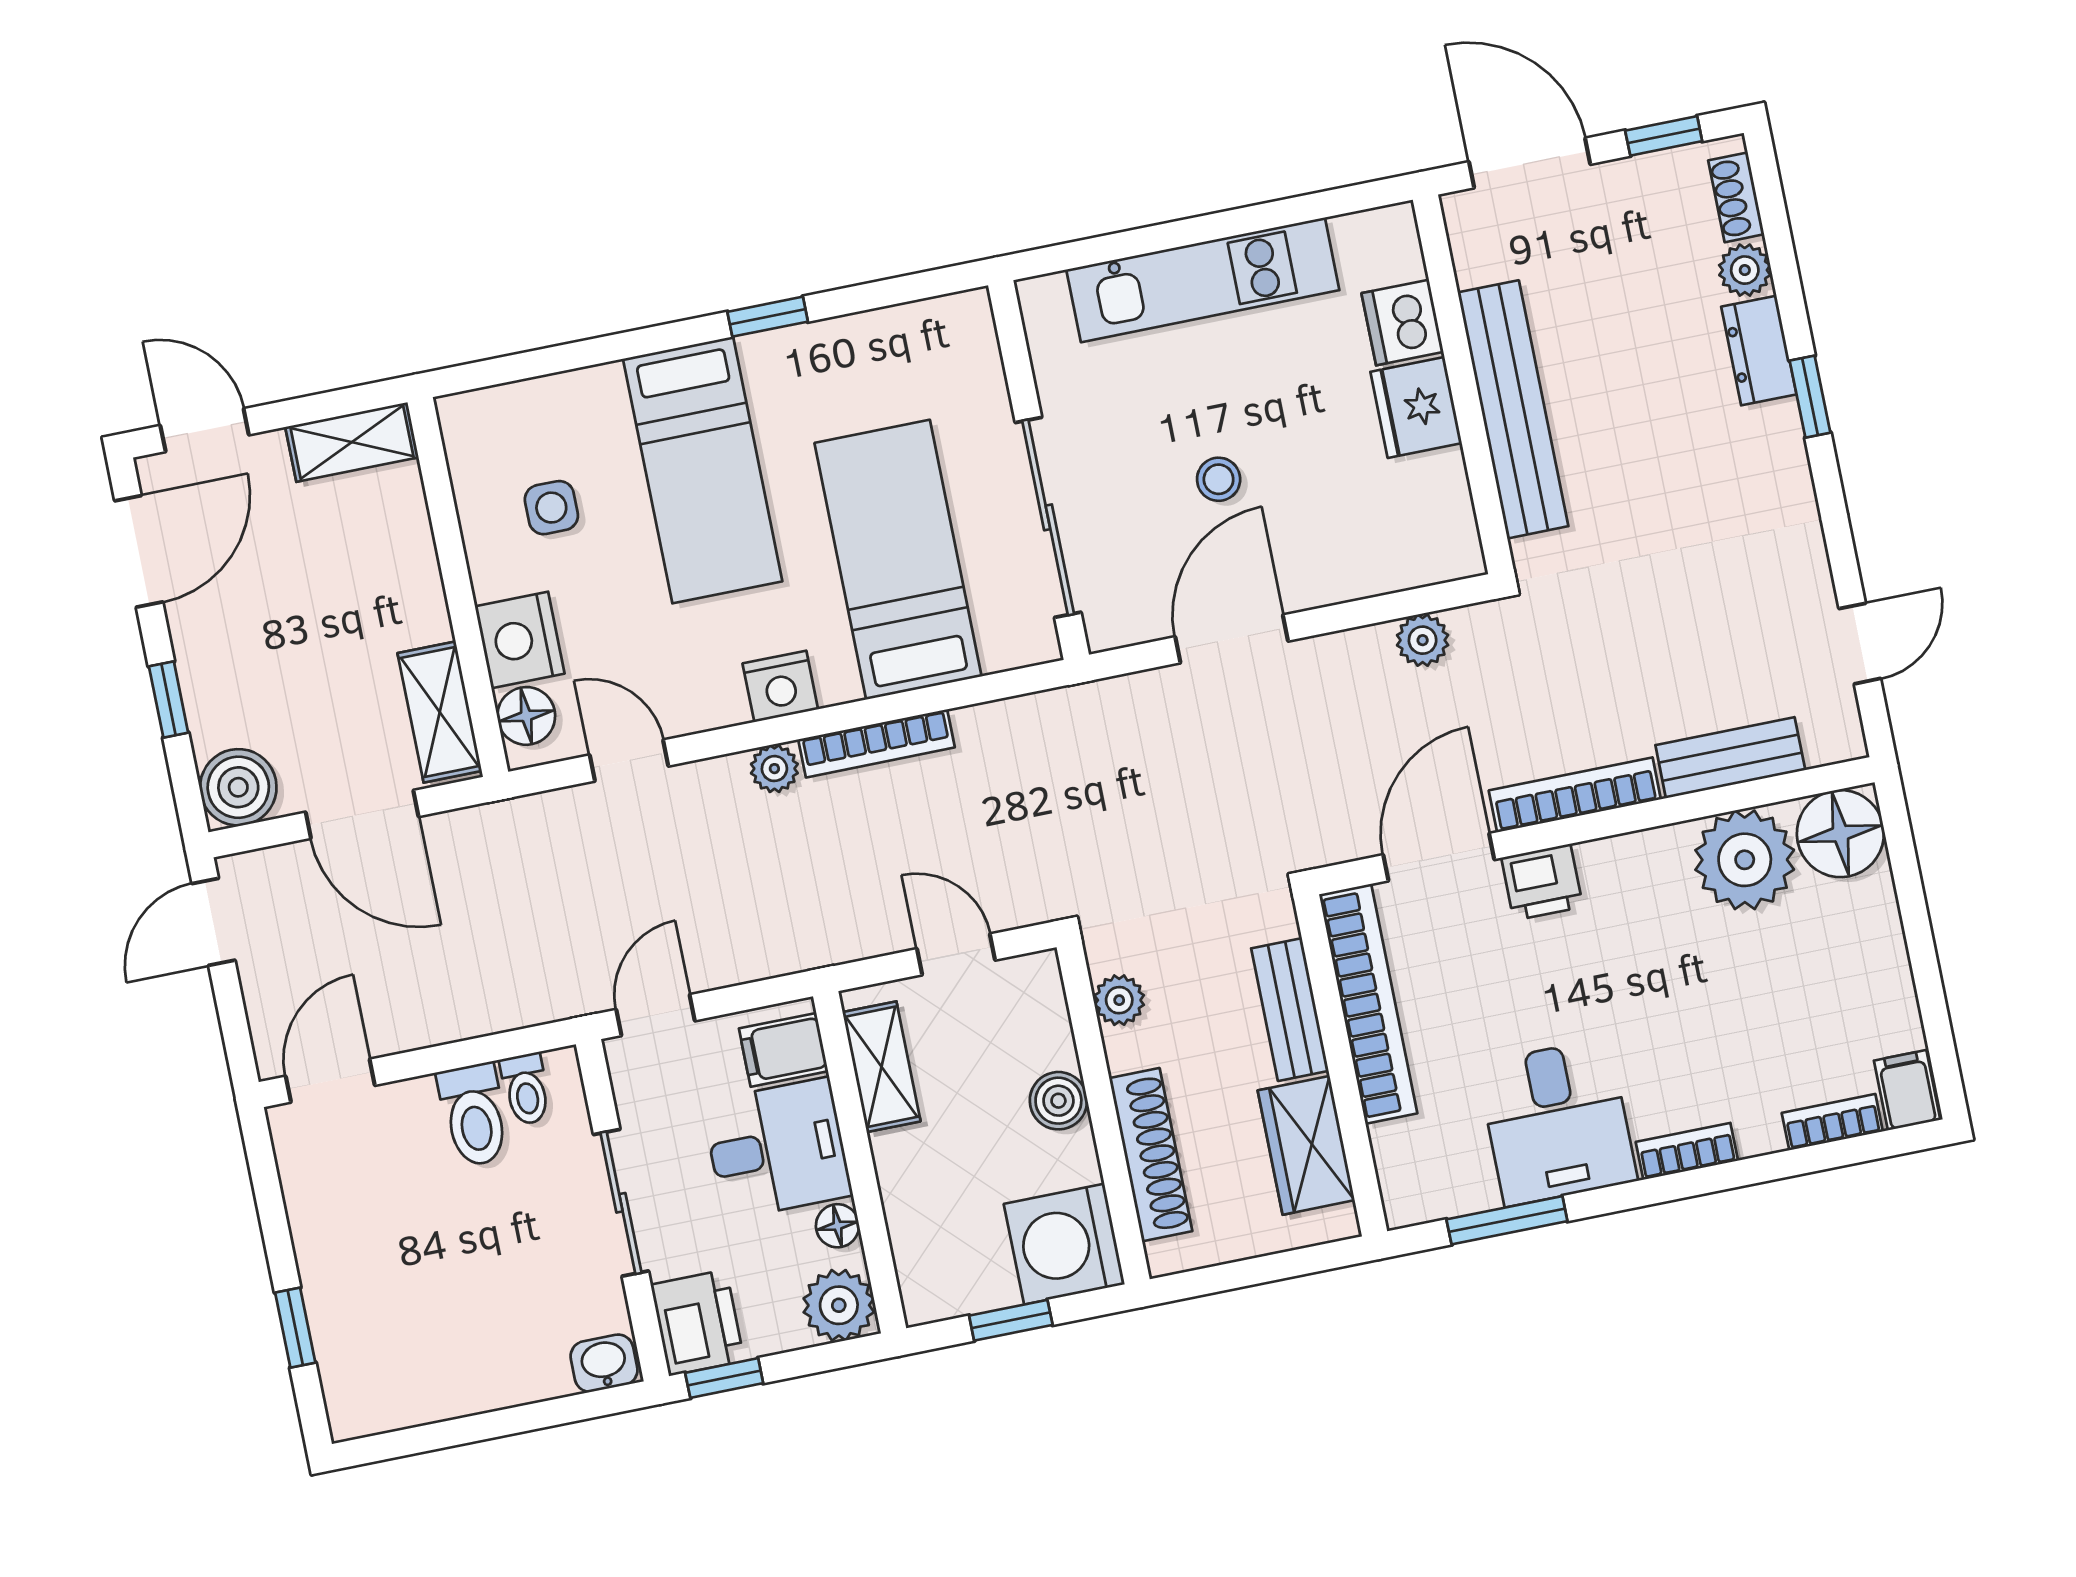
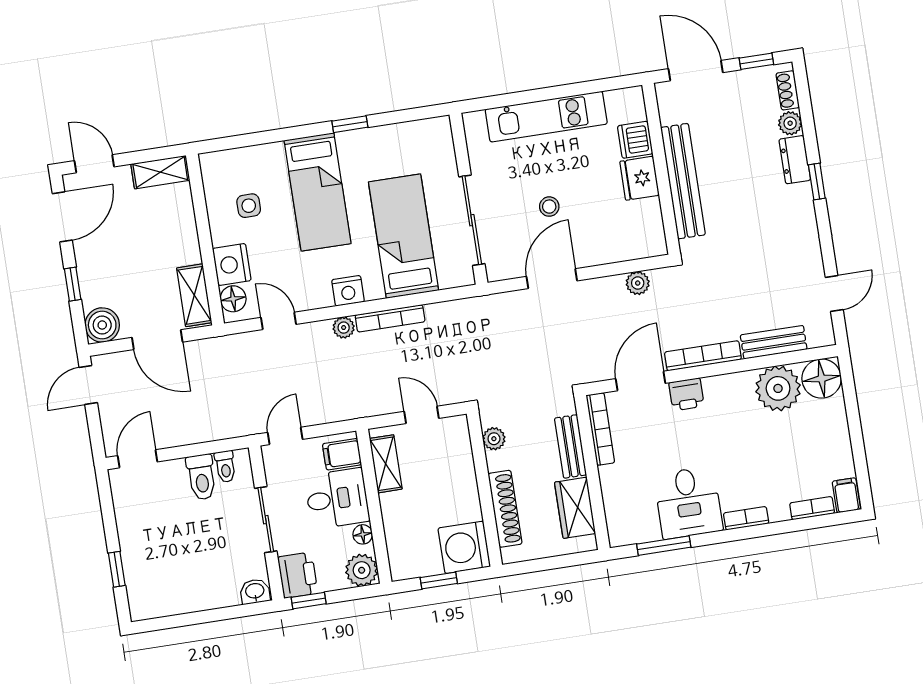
bookcase: (1368, 1004) -> (600, 429), width x0.68, depth x0.76
boiler: (1058, 1101) -> (465, 483), removed

